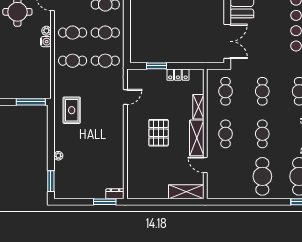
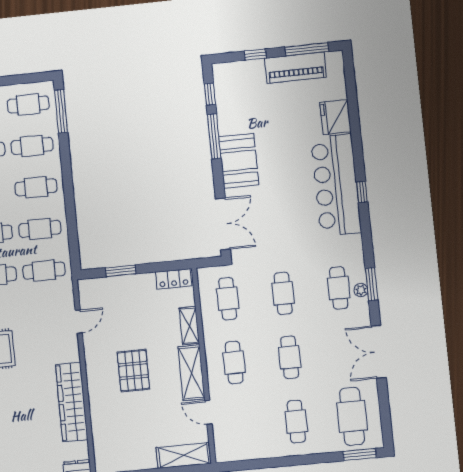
locker: (178, 75) -> (174, 279), moved
wardrobe: (116, 150) -> (72, 402), added
cafe table: (262, 176) -> (296, 422), width x0.73, depth x0.74

